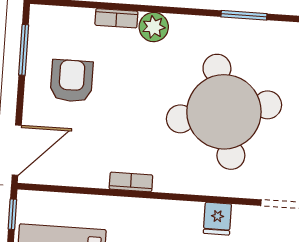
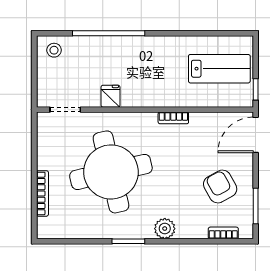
window: (244, 15) -> (128, 241), moved
bookcase: (116, 18) -> (223, 233), moved
armchair: (72, 81) -> (220, 187), turned 151

